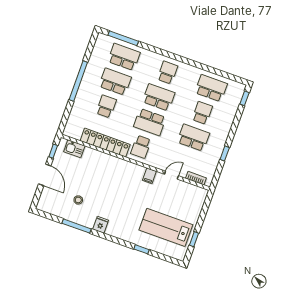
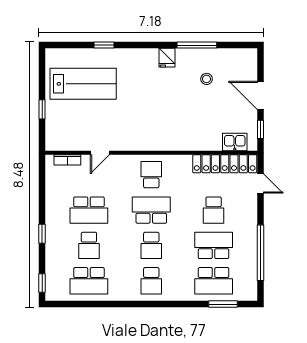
window: (123, 38) -> (223, 304), width x0.69
window: (78, 81) -> (260, 253), moved
school desk: (115, 82) -> (214, 245), turned 180
school desk: (159, 97) -> (151, 245), width x0.54
door: (67, 113) -> (260, 184), added
locker: (105, 143) -> (225, 164), moved
window: (225, 154) -> (42, 234), moved
filing cabinet: (149, 176) -> (127, 142), removed
window: (194, 239) -> (42, 109), moved

